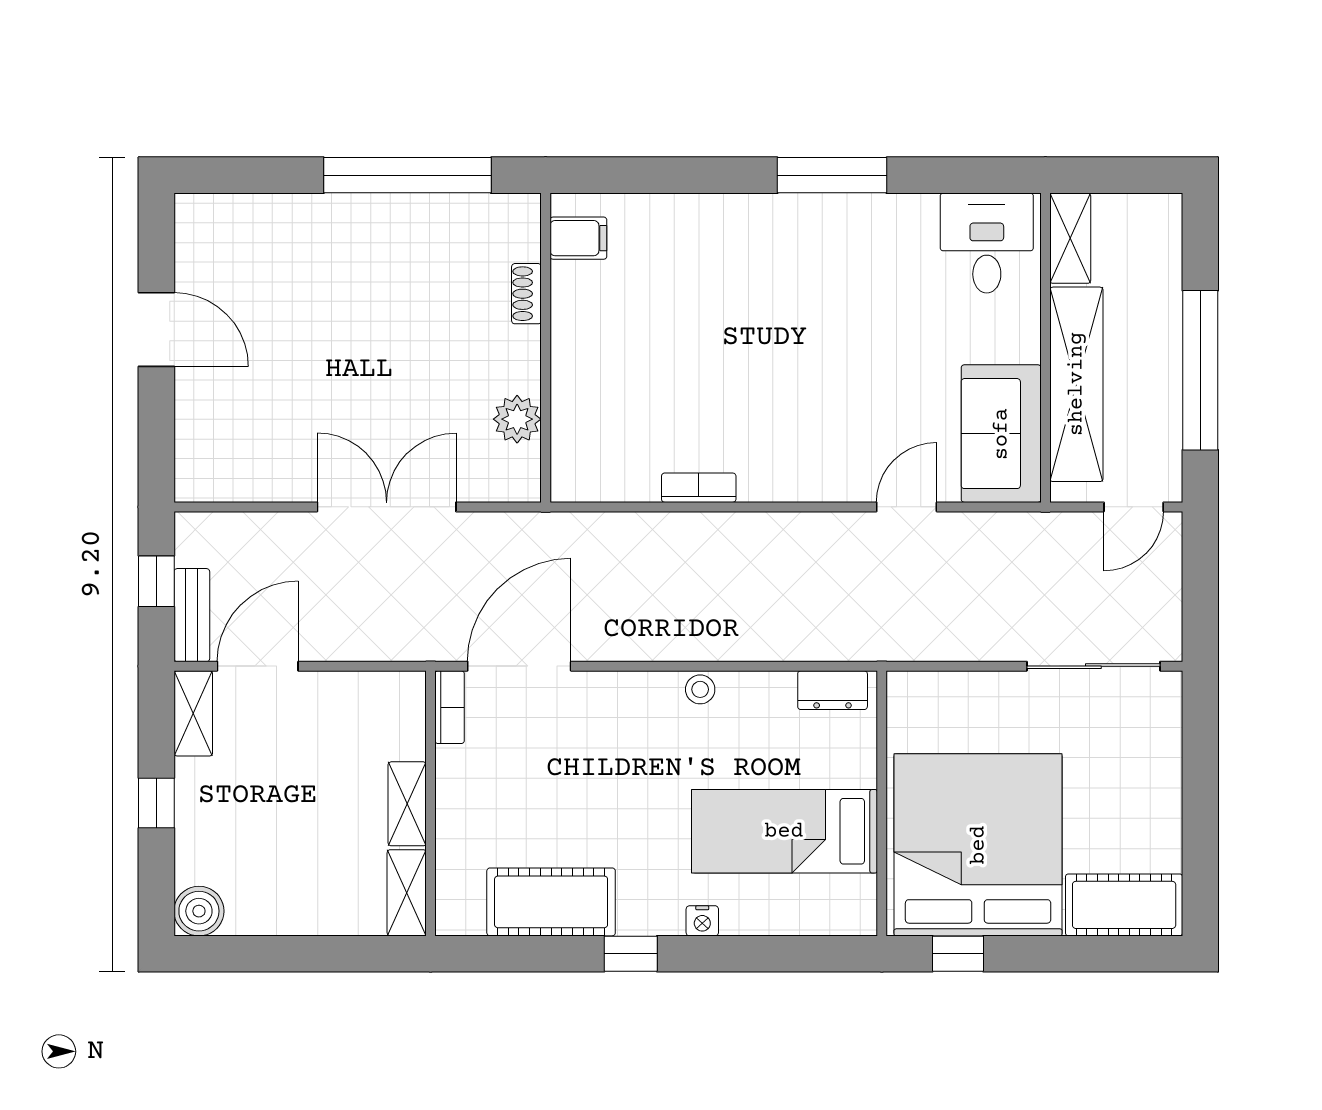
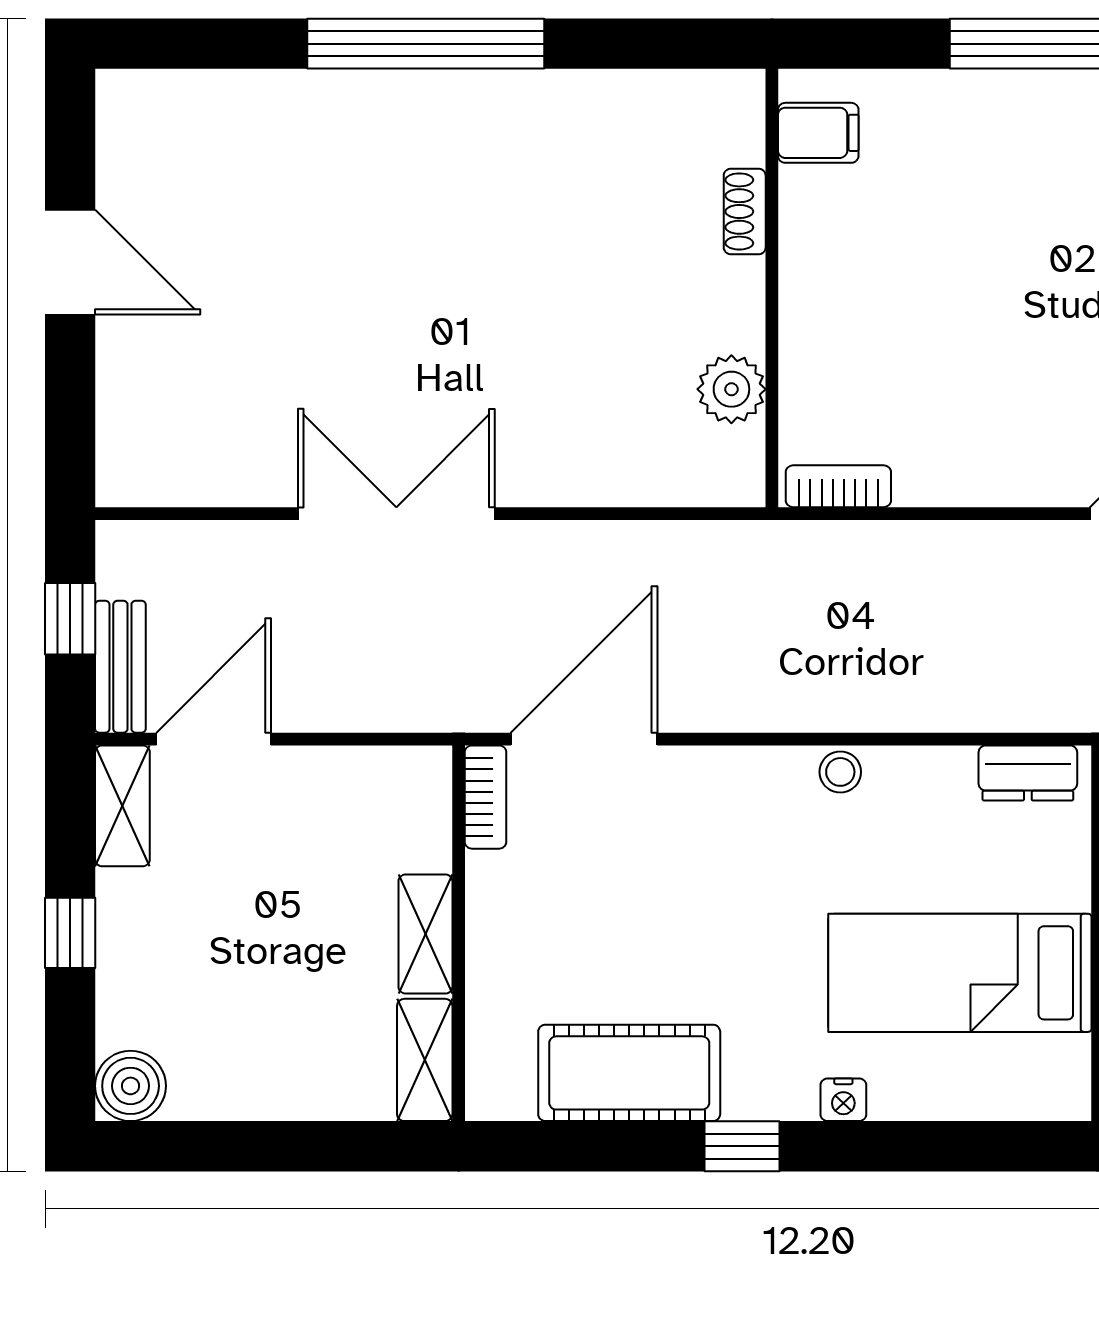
filing cabinet: (578, 238) -> (818, 133), moved
shoe rack: (526, 294) -> (745, 211), moved
wall: (546, 348) -> (772, 288), moved
plant: (517, 419) -> (731, 389), moved

